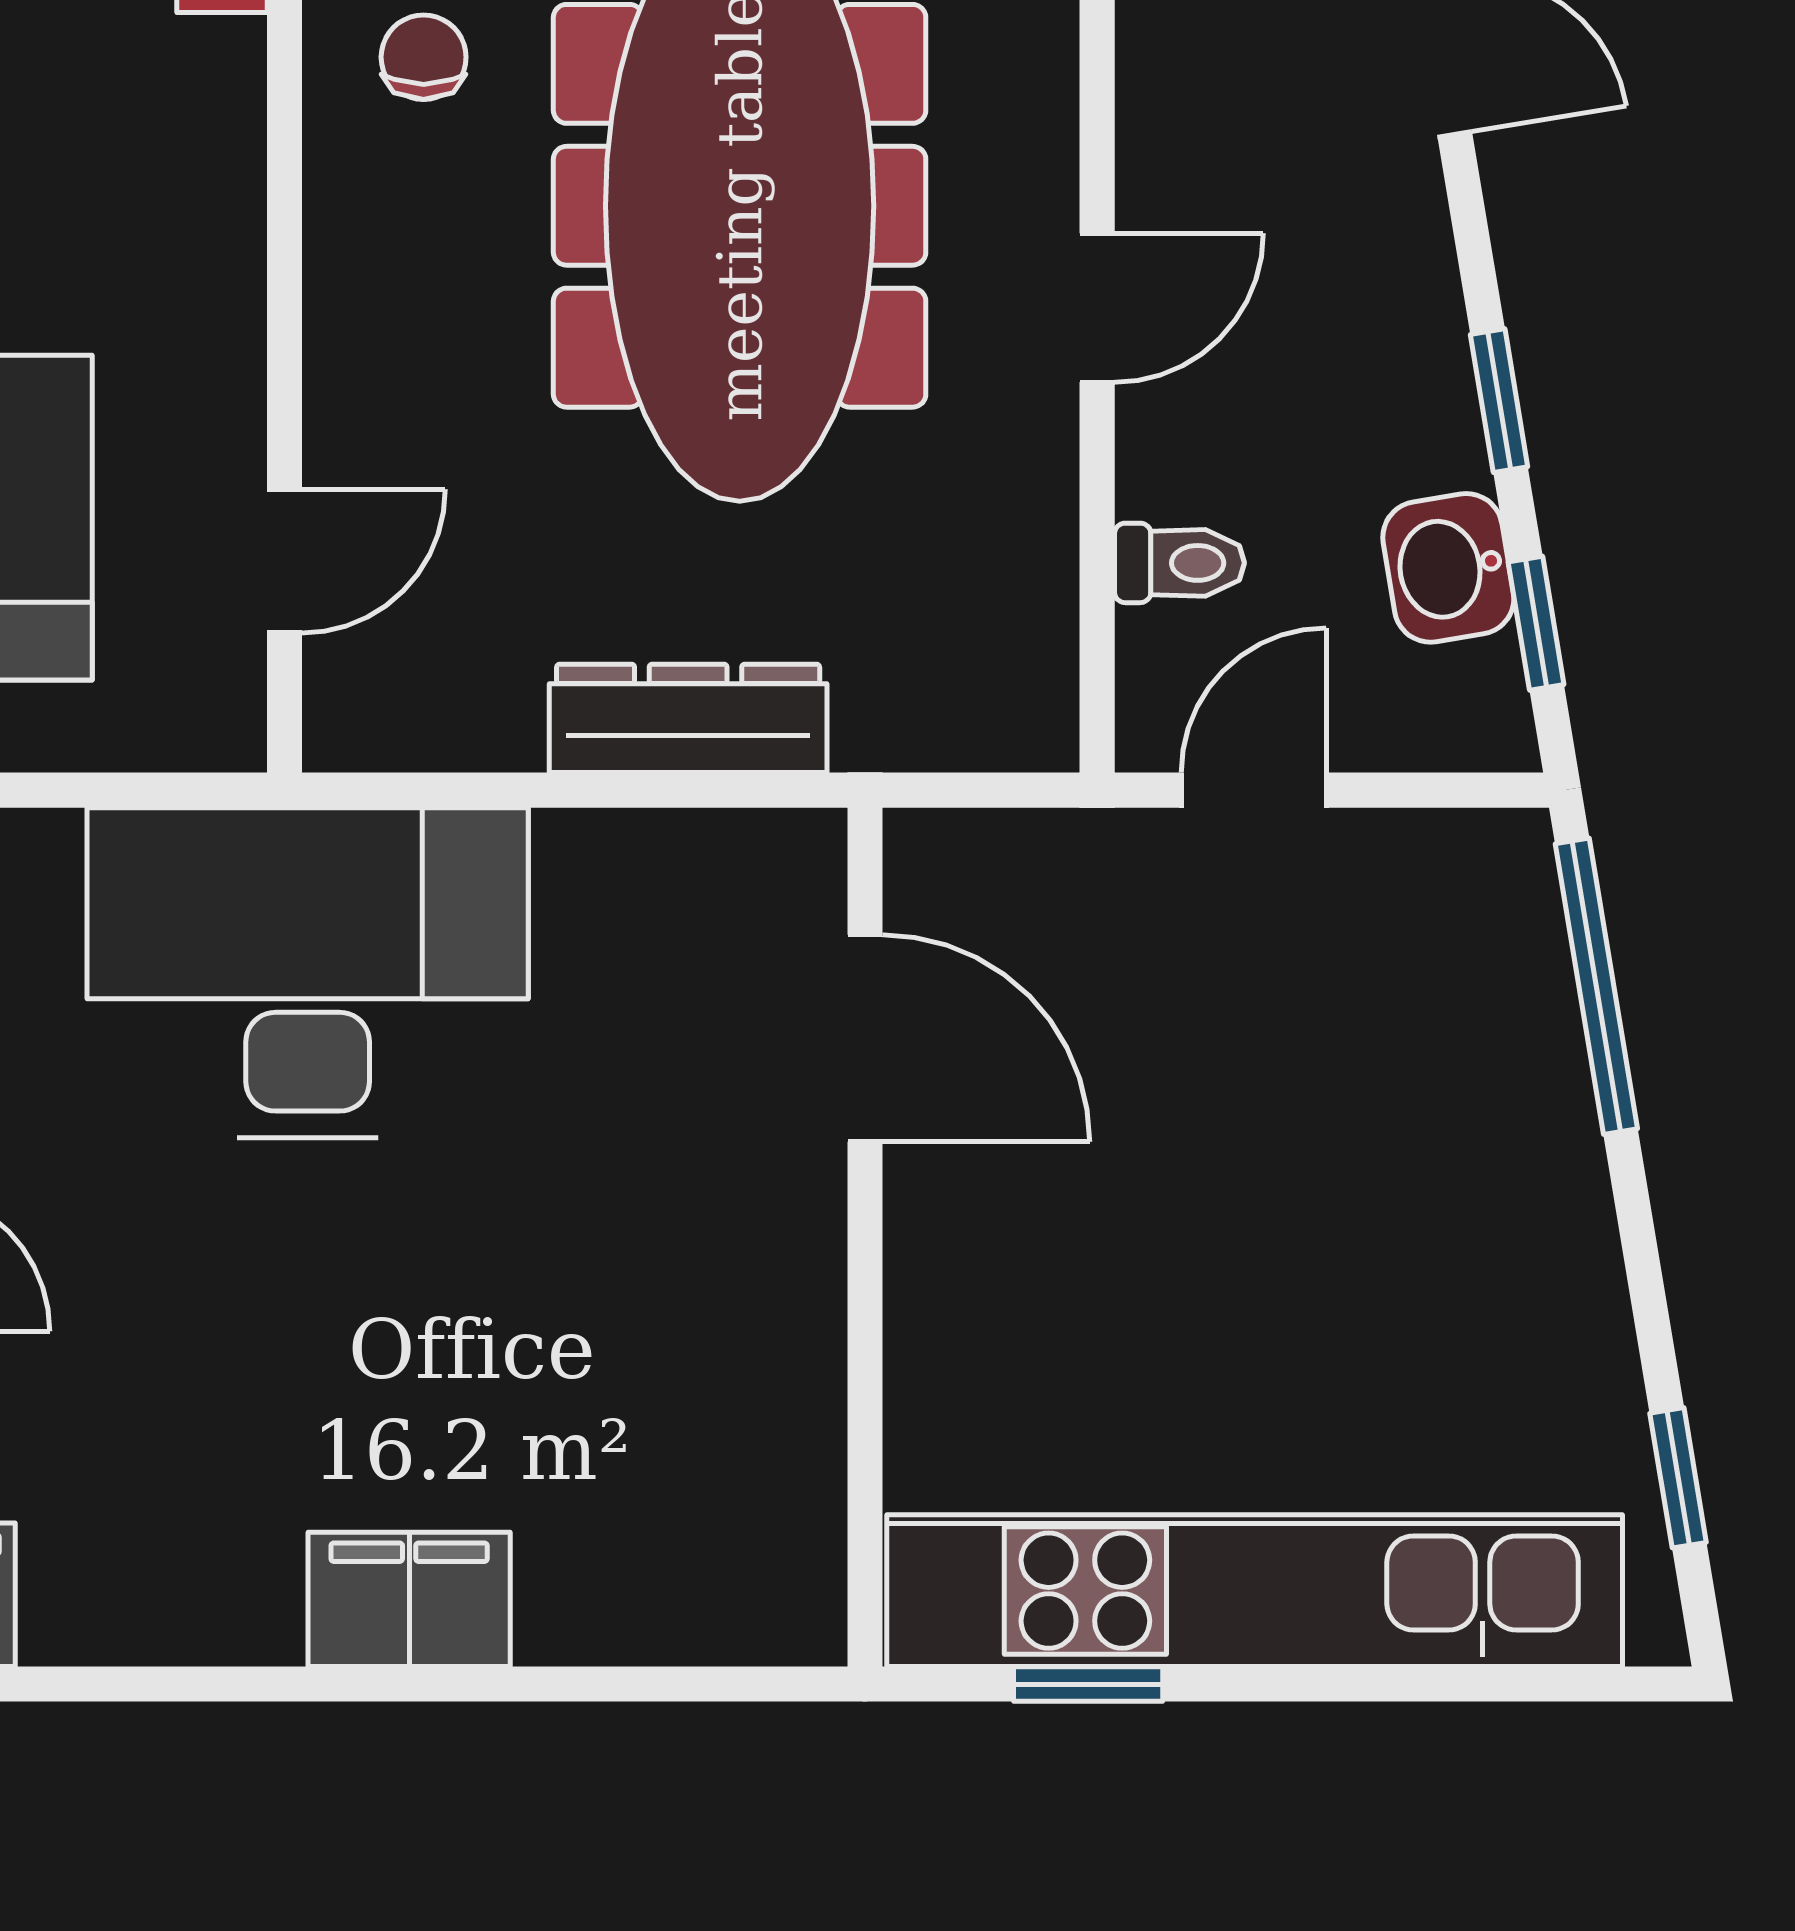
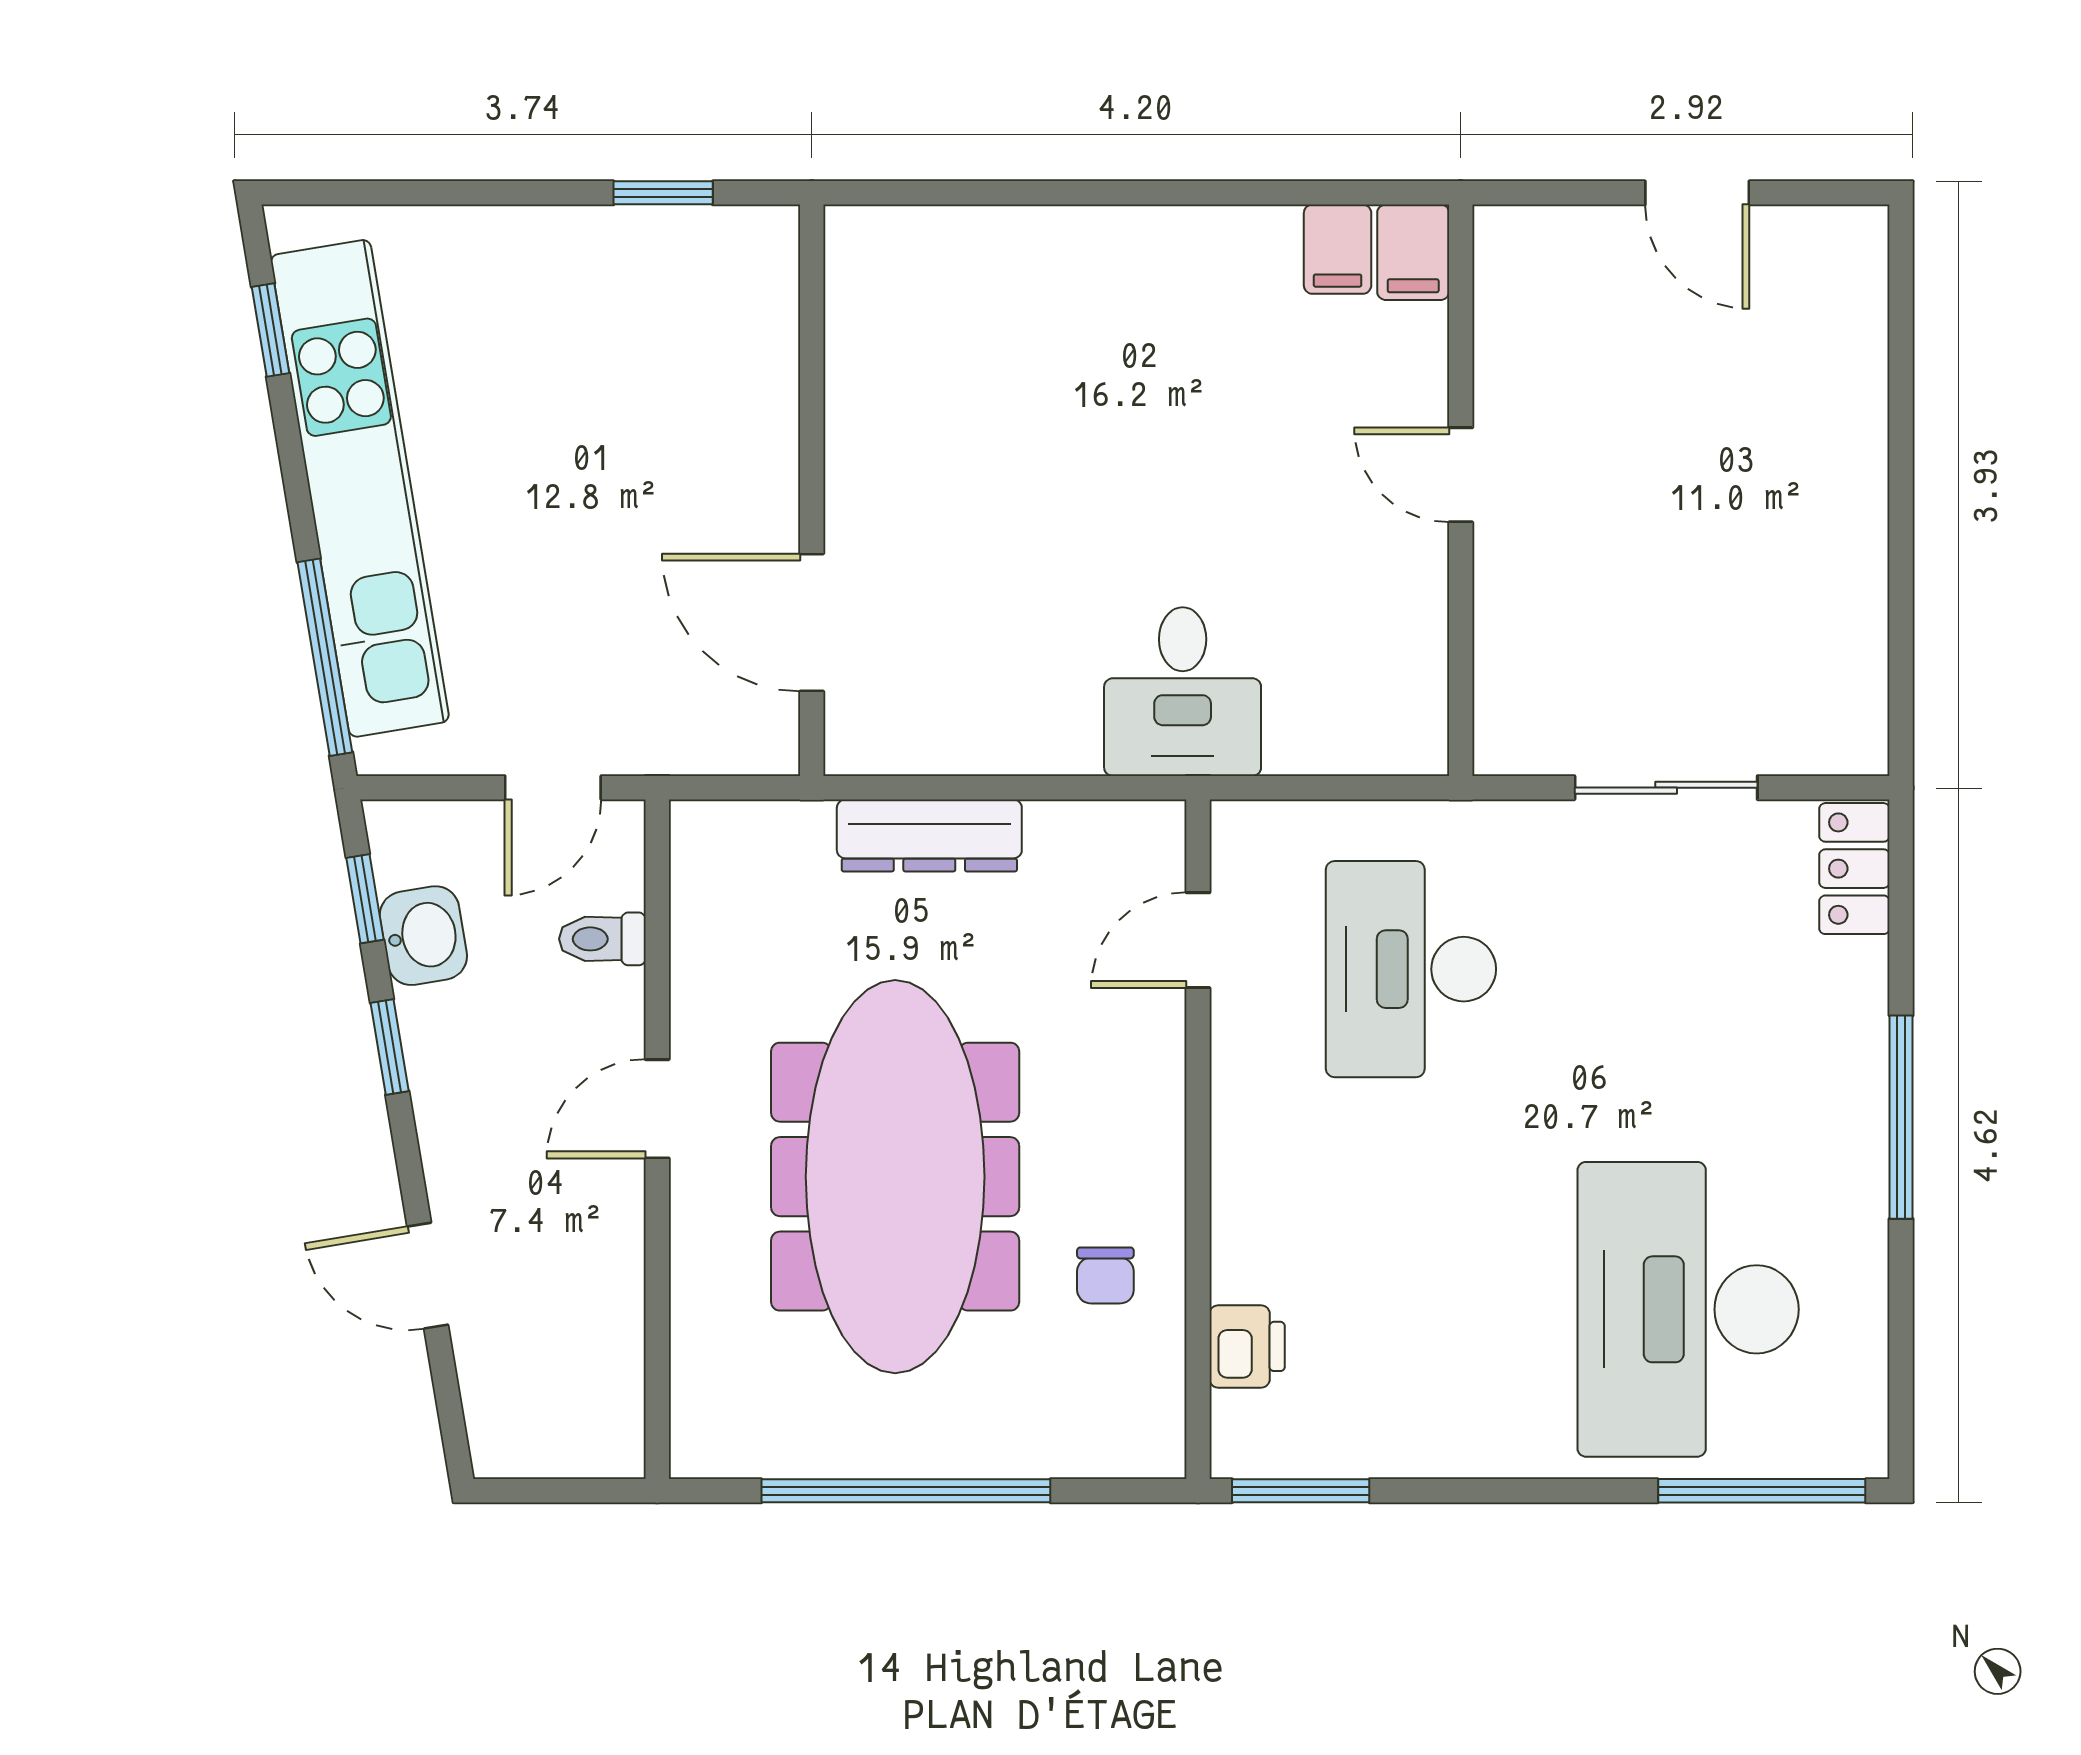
desk: (308, 973) -> (1183, 692), width x0.53, depth x0.77
kitchen unit: (1255, 1591) -> (360, 488), moved, turned -99
filing cabinet: (409, 1599) -> (1338, 249), moved, width x0.50

